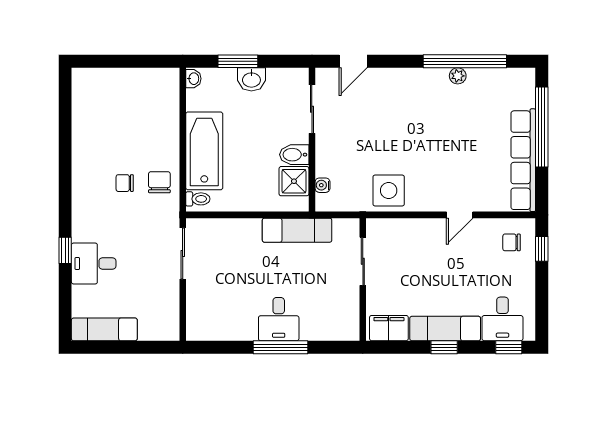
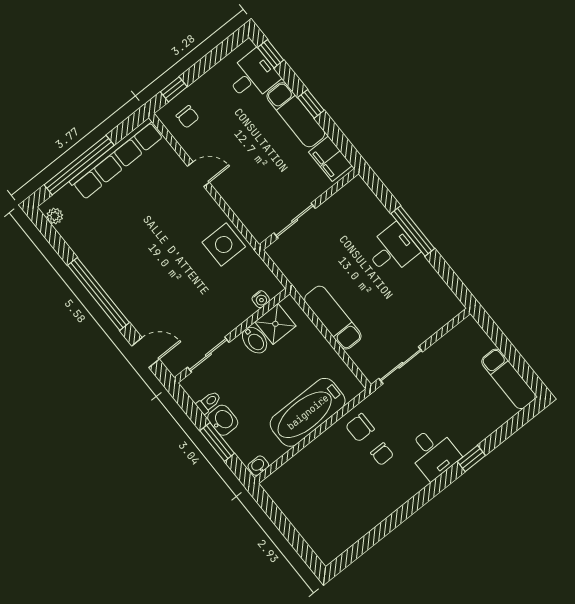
window: (465, 61) -> (98, 294), moved
plant: (458, 76) -> (55, 216), moved
toilet: (198, 199) -> (209, 402), moved, turned 90
exam couch: (297, 230) -> (333, 318), moved
desk: (94, 264) -> (433, 453), moved

